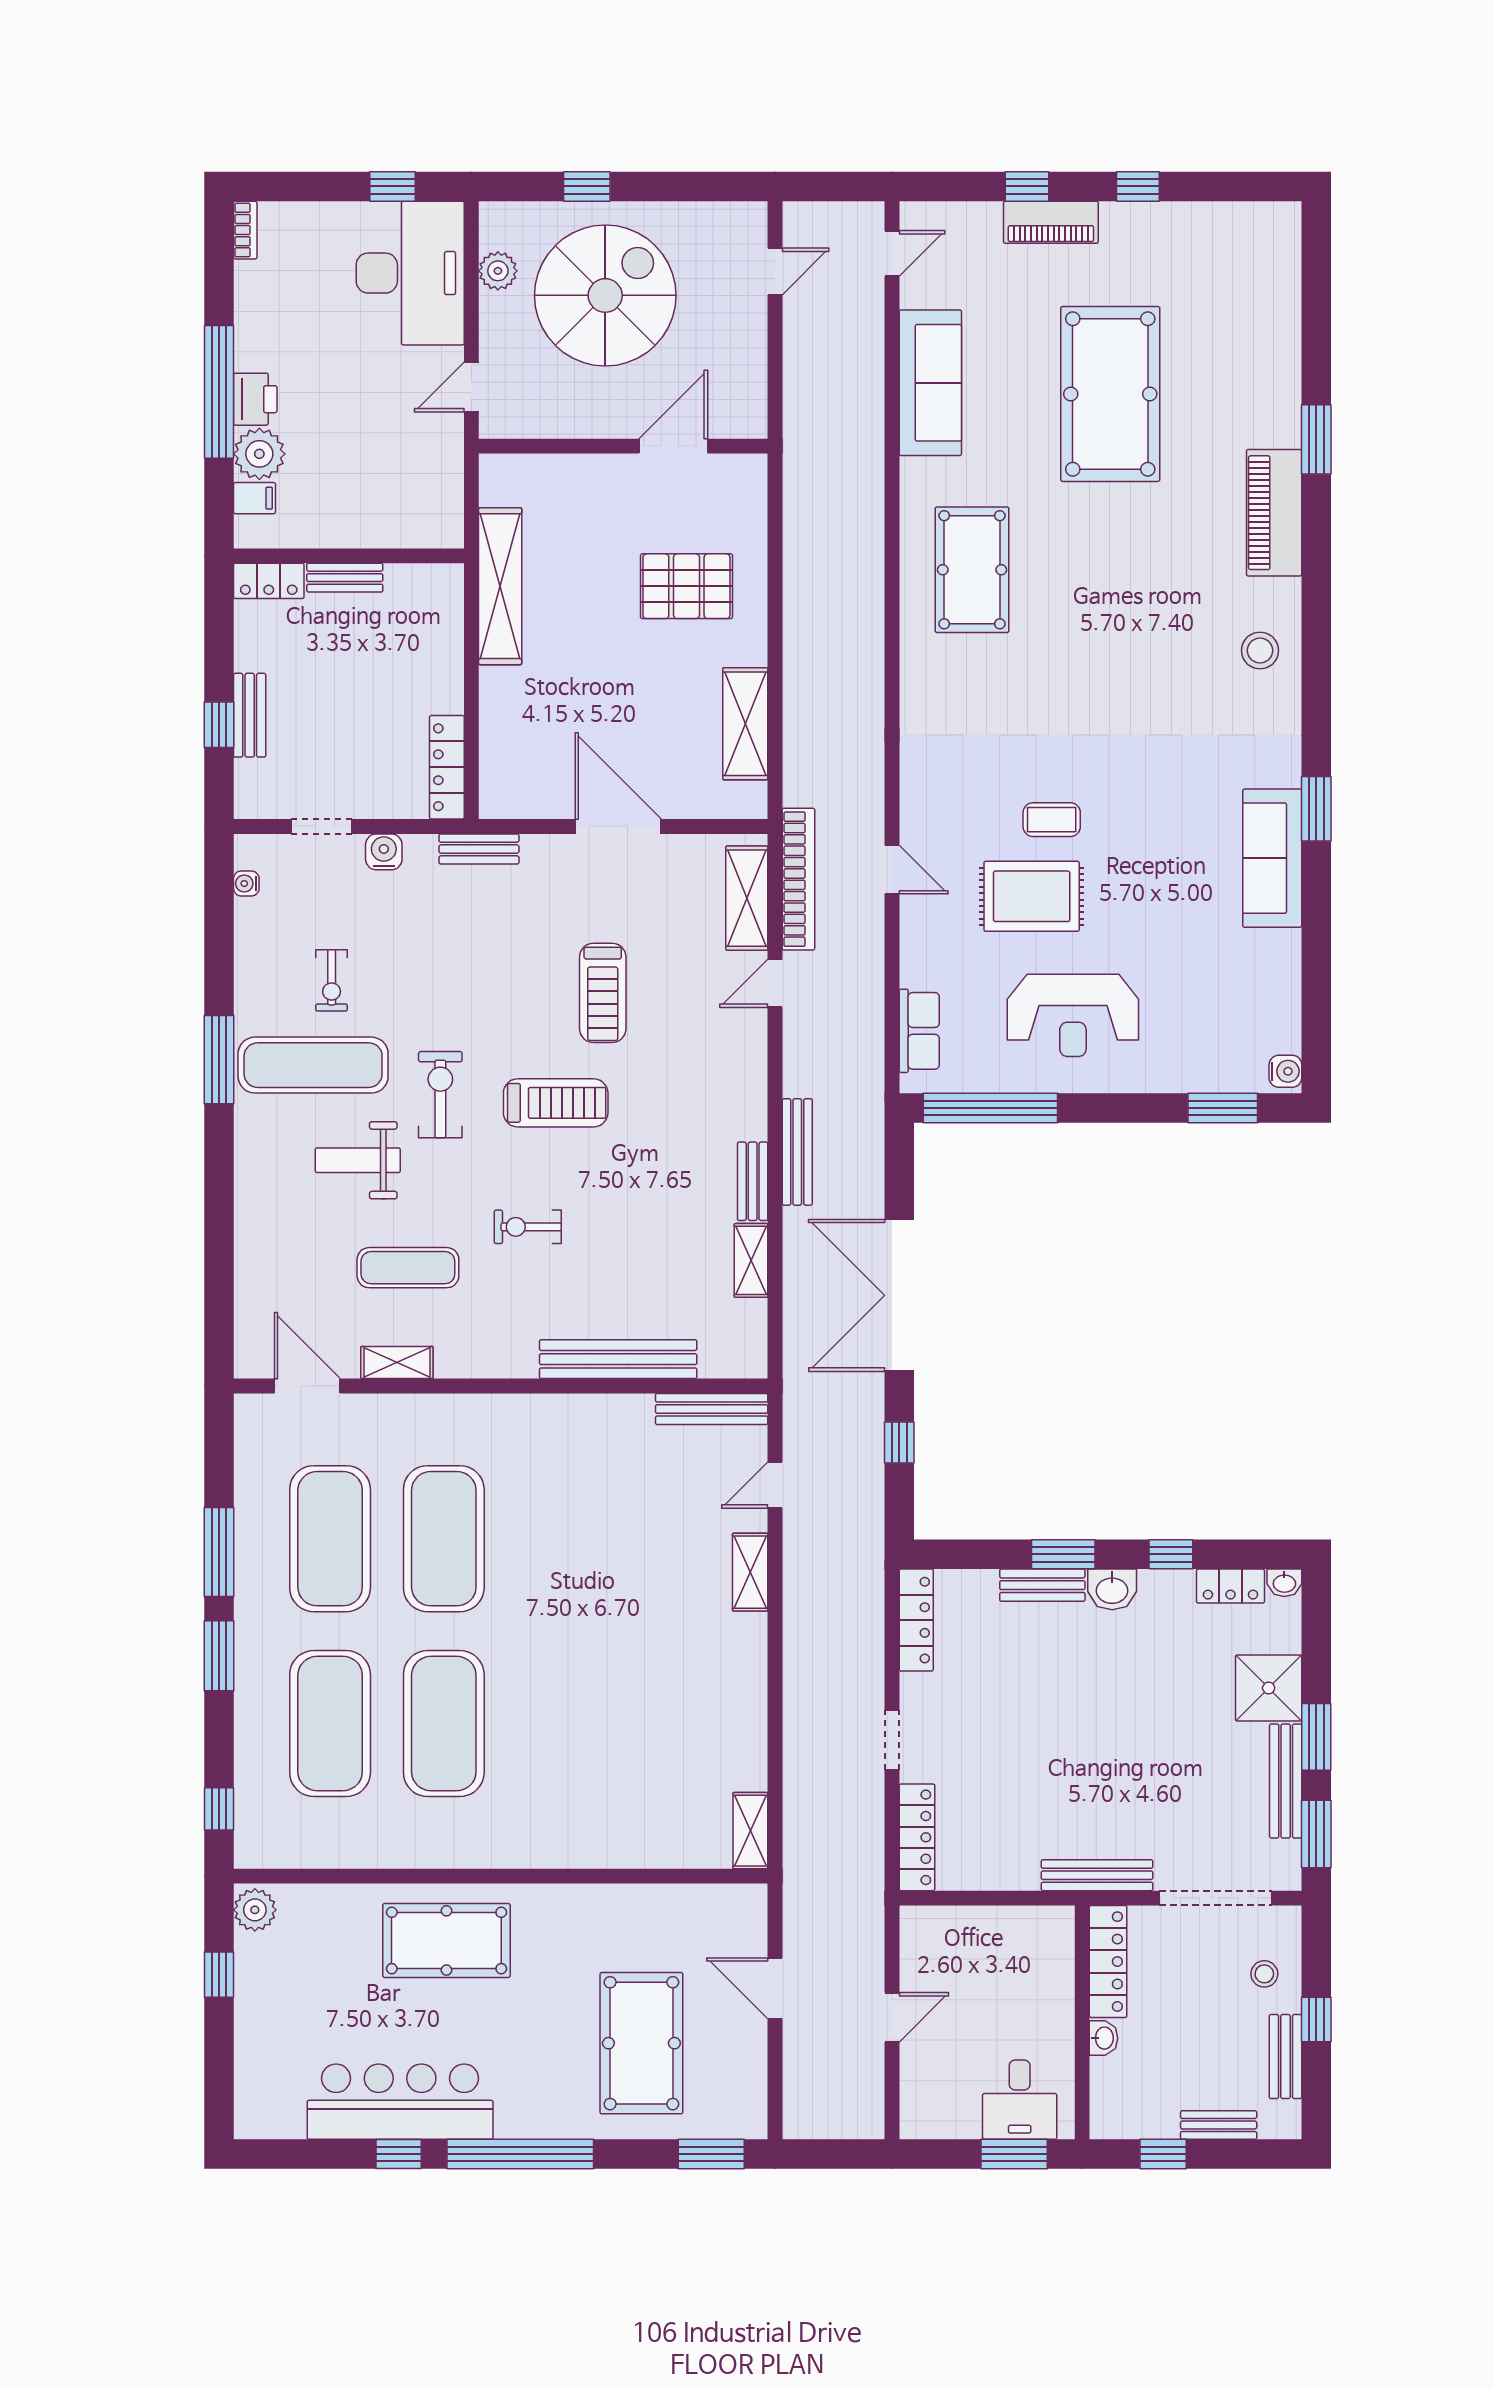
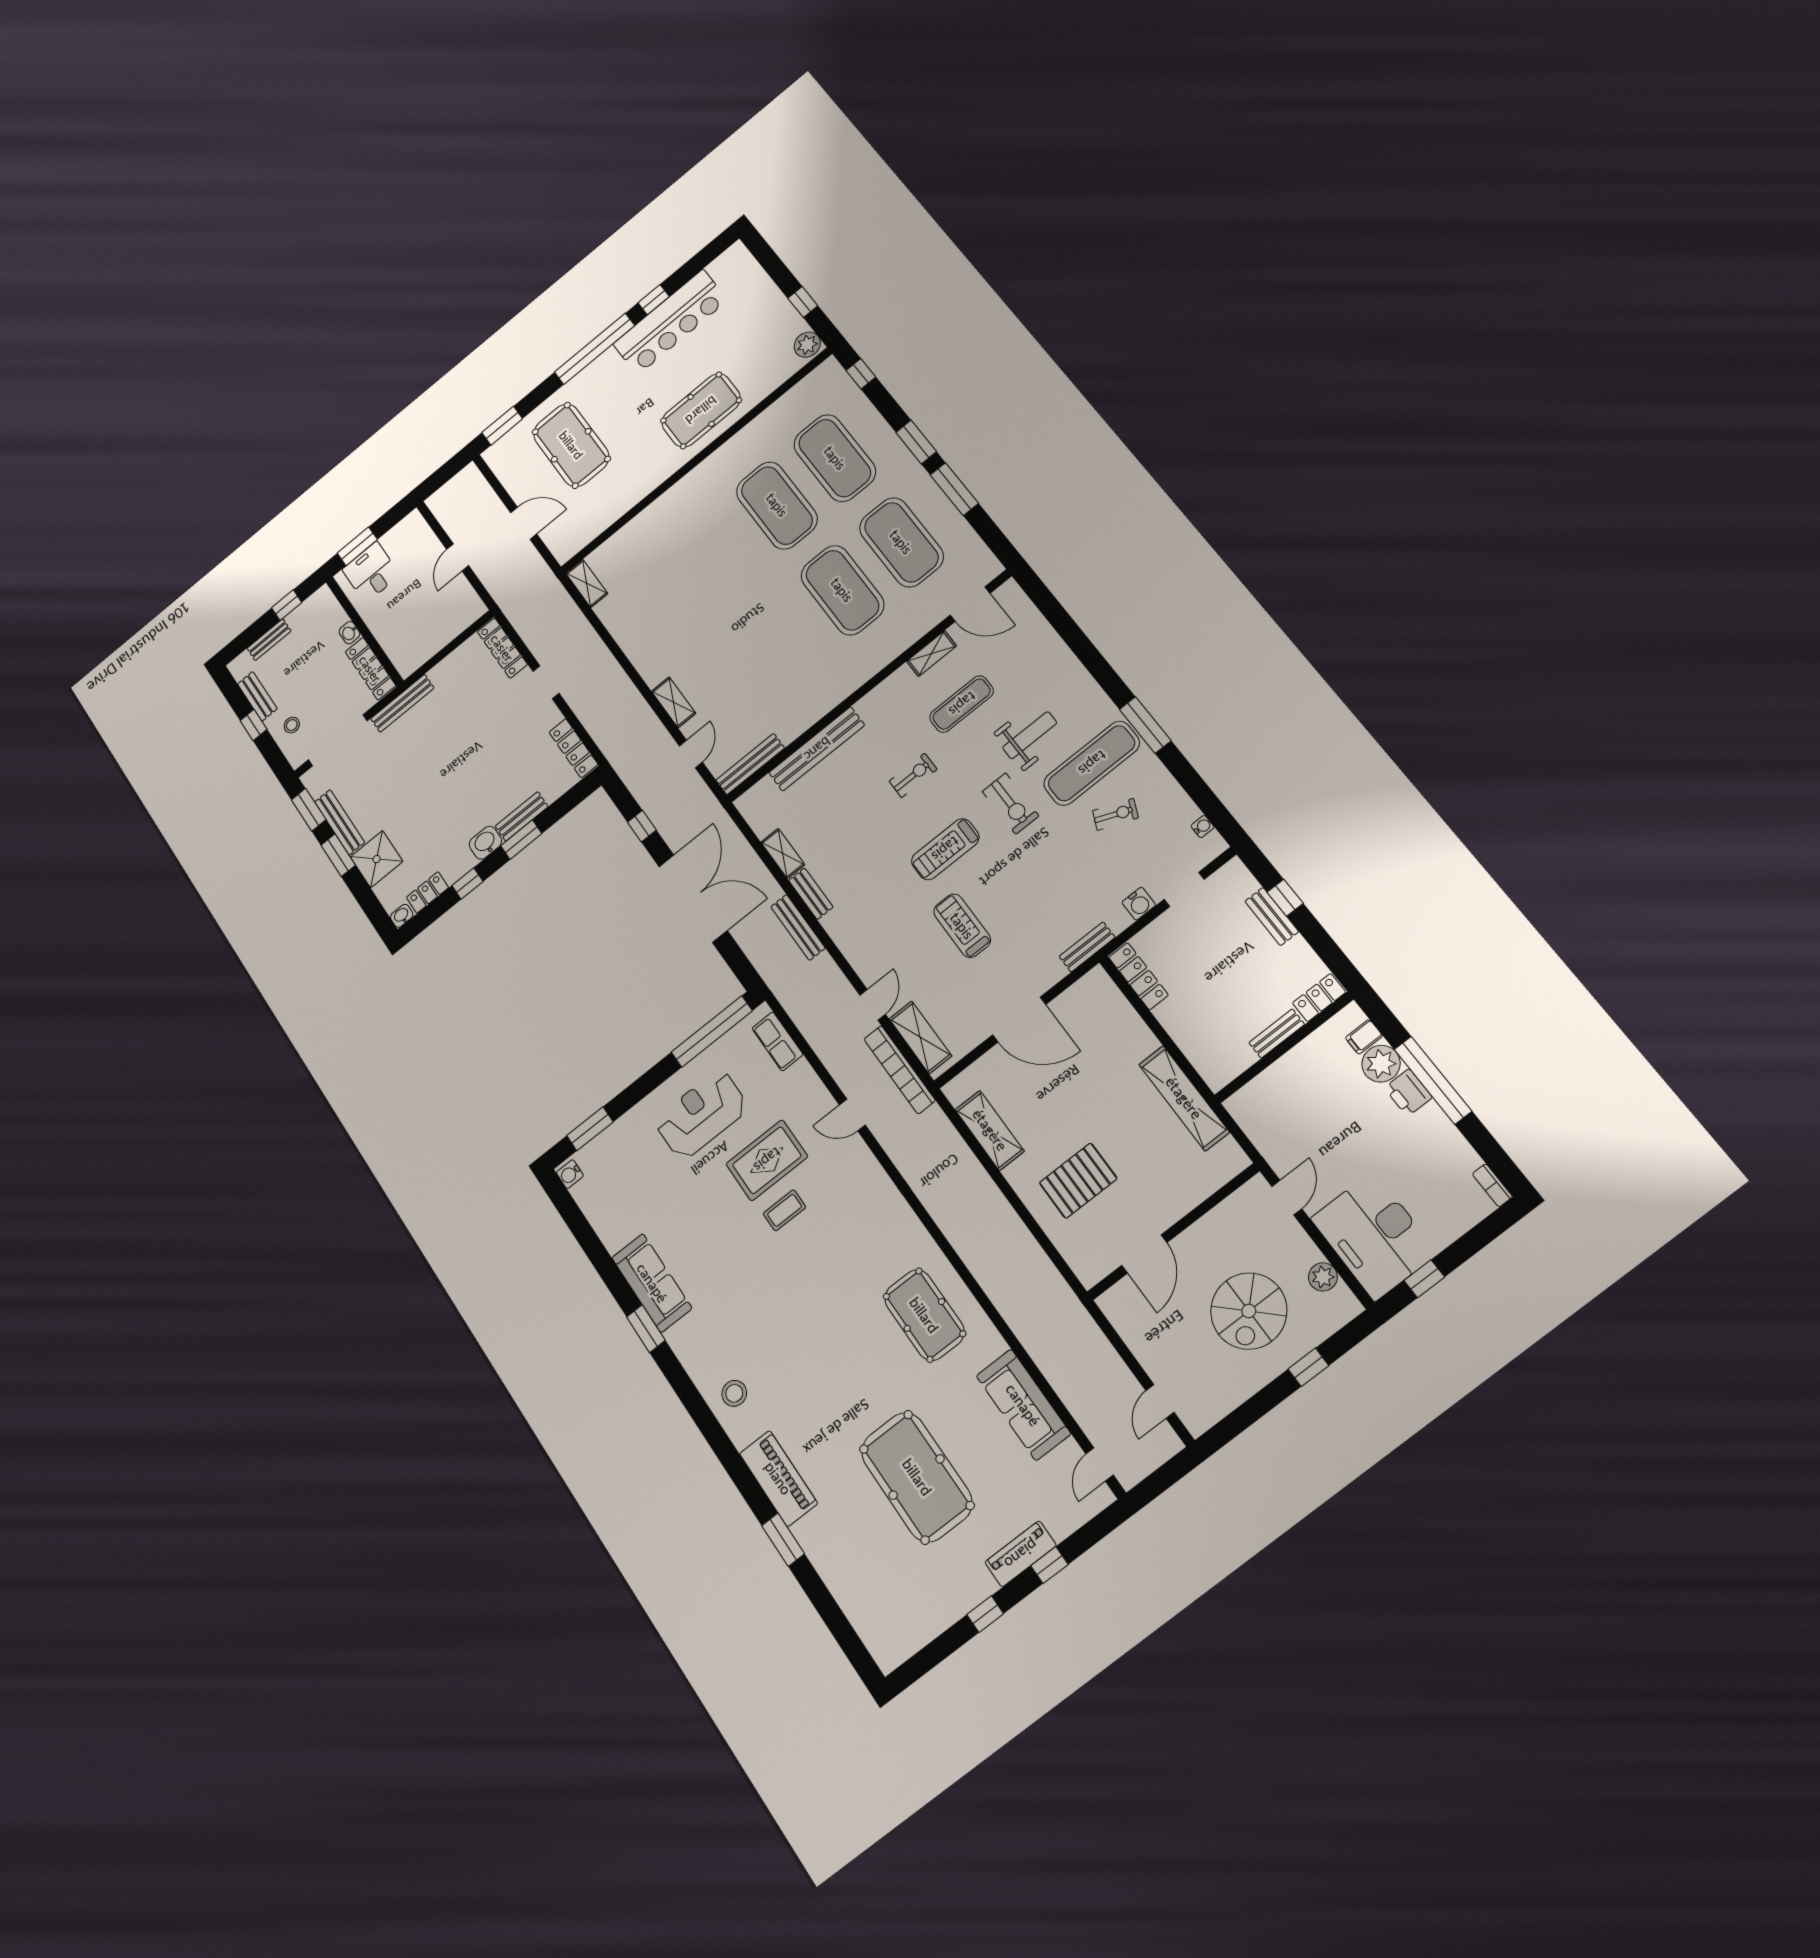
spiral stairs: (605, 295) -> (1249, 1311), width x0.73, depth x0.73
exercise bike: (332, 980) -> (1115, 814), turned 113

